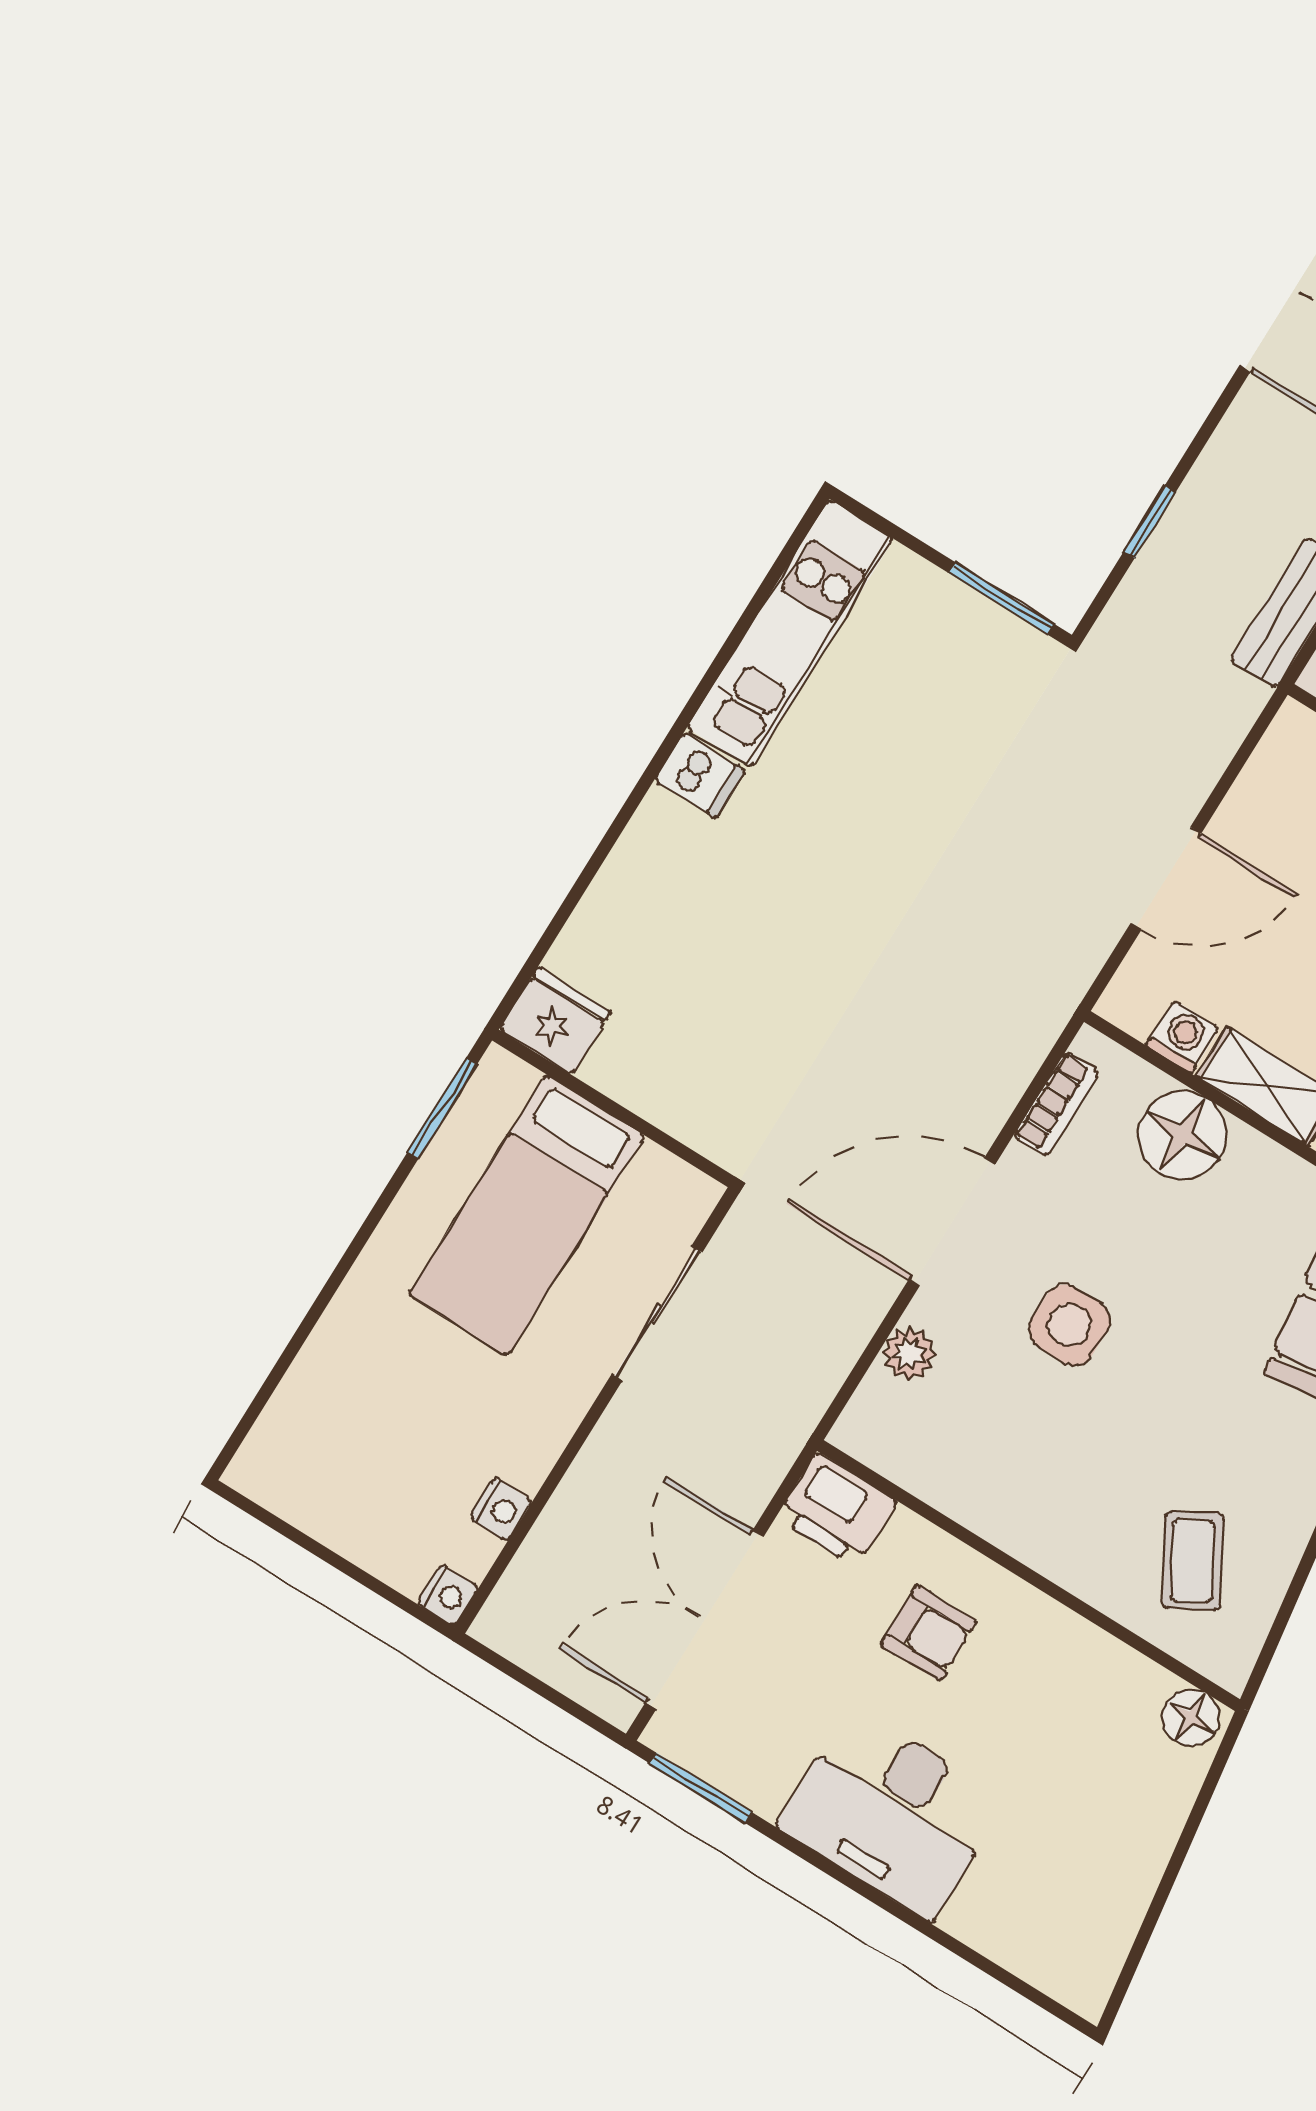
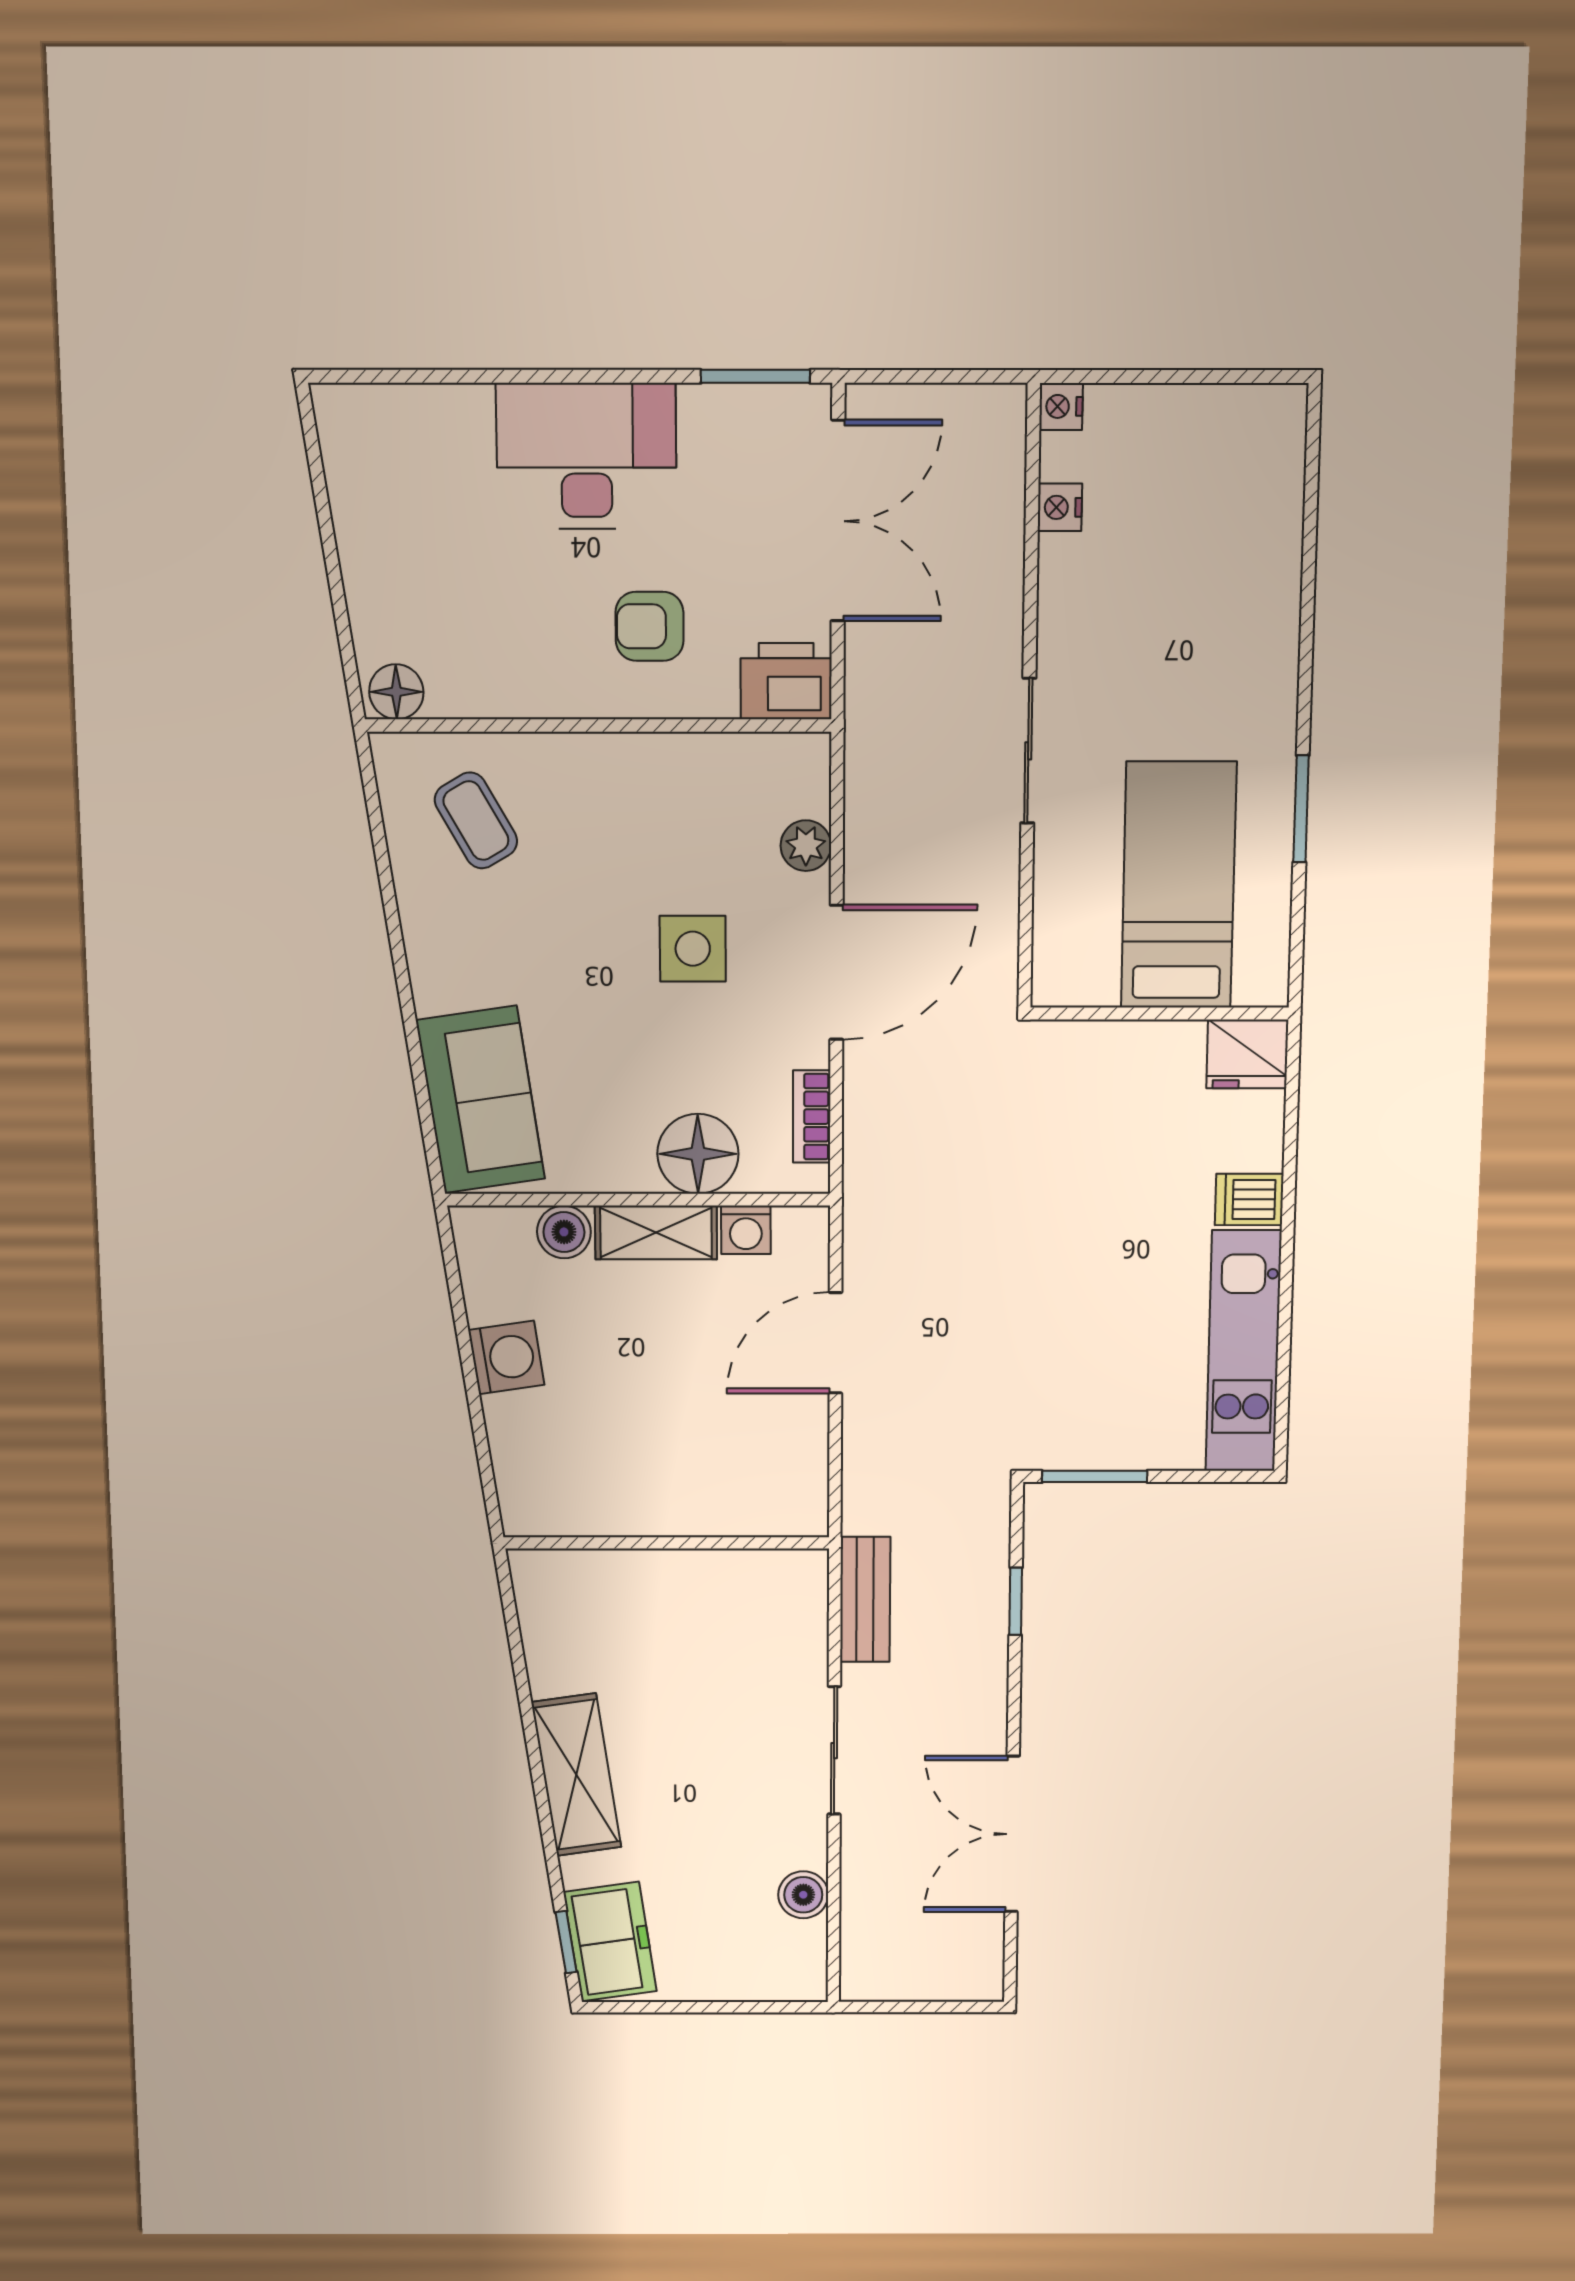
fridge: (555, 1021) -> (1247, 1054), moved
wall: (613, 1108) -> (1159, 1013), moved
bed: (527, 1215) -> (1179, 885), moved

